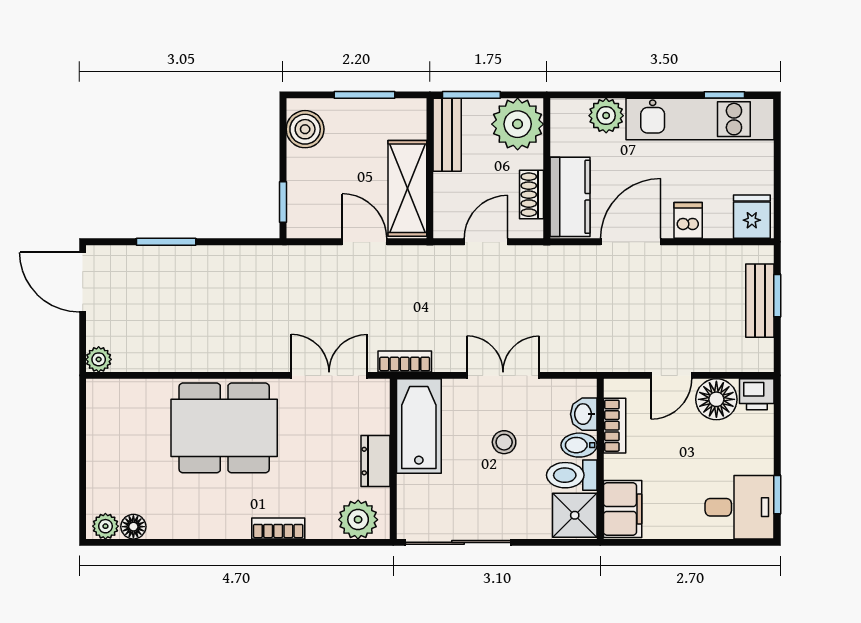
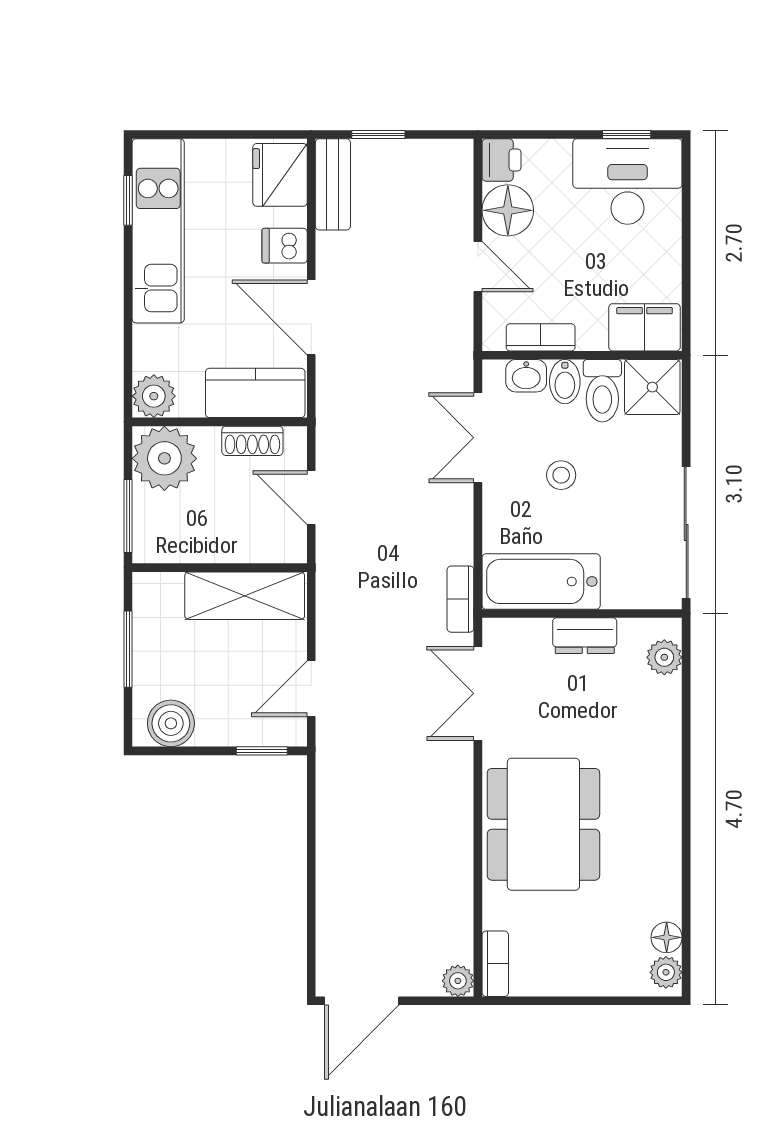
plant: (606, 116) -> (154, 396), moved
bench: (447, 135) -> (178, 546), removed
fridge: (752, 217) -> (280, 175), width x1.38
window: (166, 242) -> (311, 897), removed
door: (364, 242) -> (311, 689), moved
bench: (760, 301) -> (333, 184), moved, turned 90
double door: (503, 375) -> (478, 438), moved
desk: (740, 507) -> (627, 181), width x1.37
plant: (358, 520) -> (664, 657), width x0.73, depth x0.73
bookcase: (278, 528) -> (495, 964), moved, turned 180

